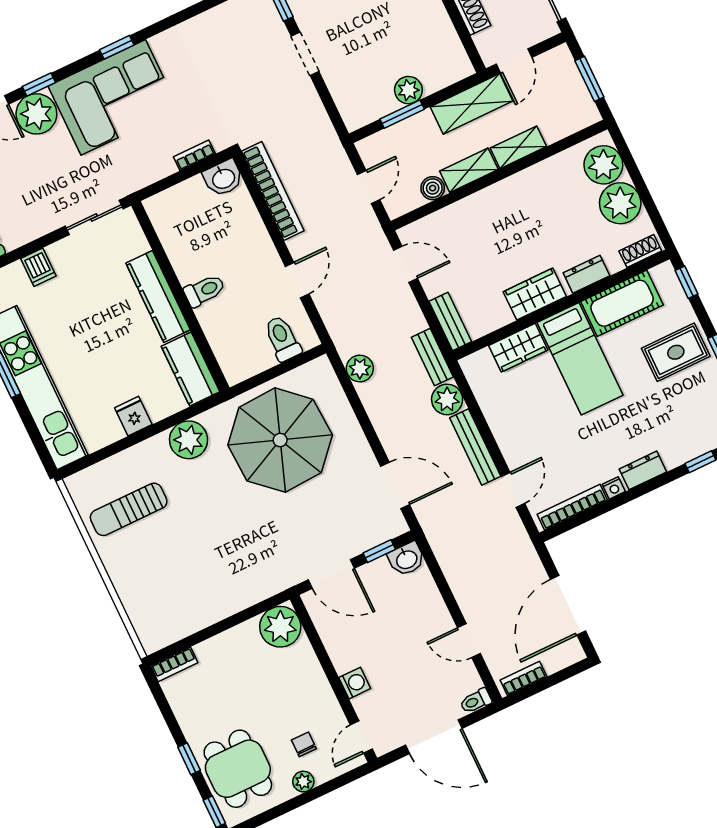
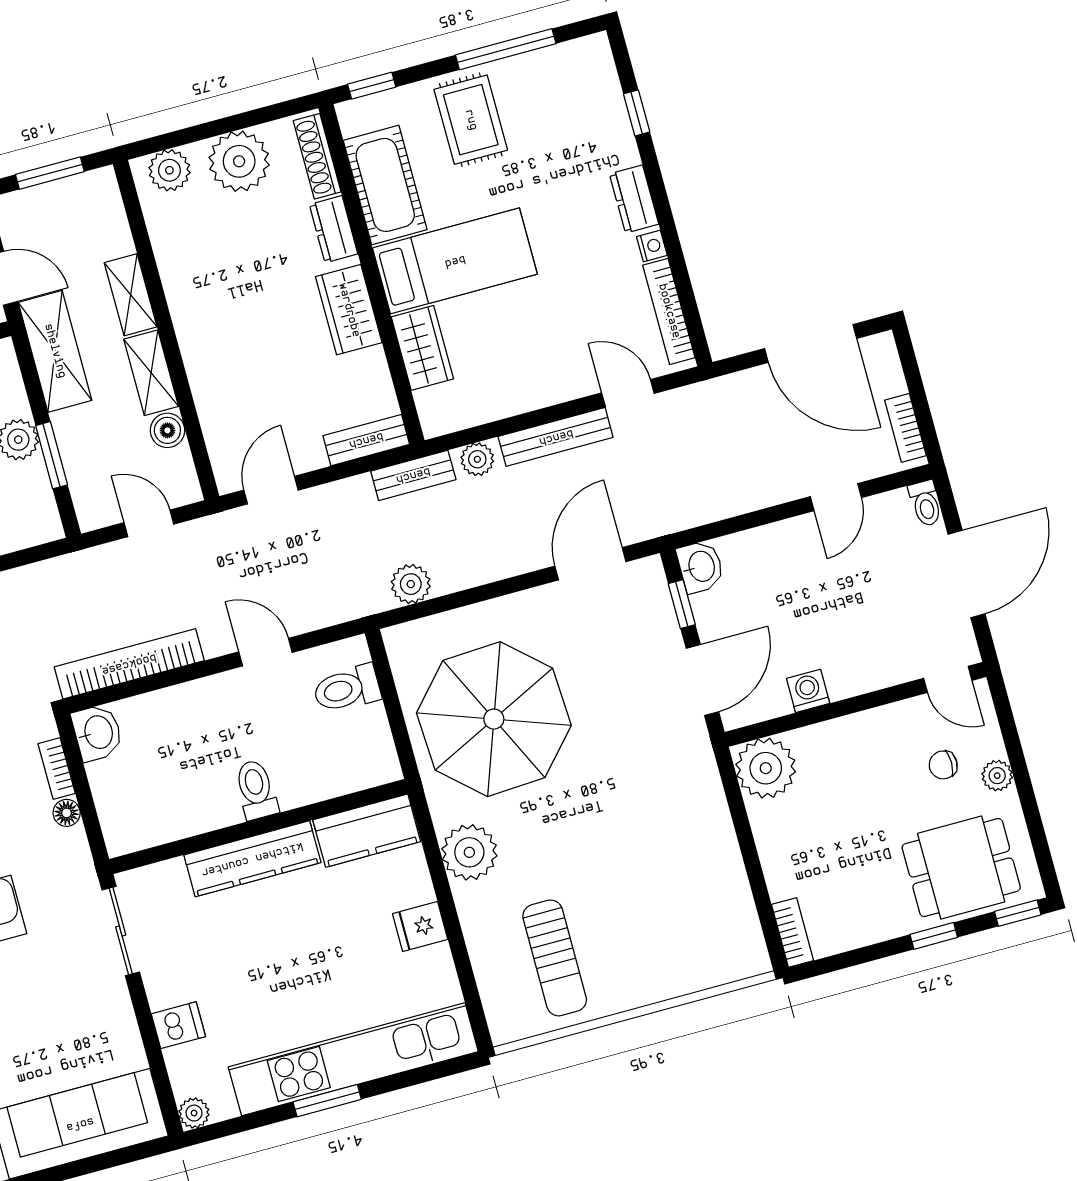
plant: (603, 165) -> (169, 170), width x0.73, depth x0.73
floor lamp: (166, 167) -> (67, 813), added
shoe rack: (640, 251) -> (317, 156), width x1.43
plant: (447, 399) -> (477, 459), width x0.73, depth x0.73
washing machine: (355, 683) -> (808, 691), moved

